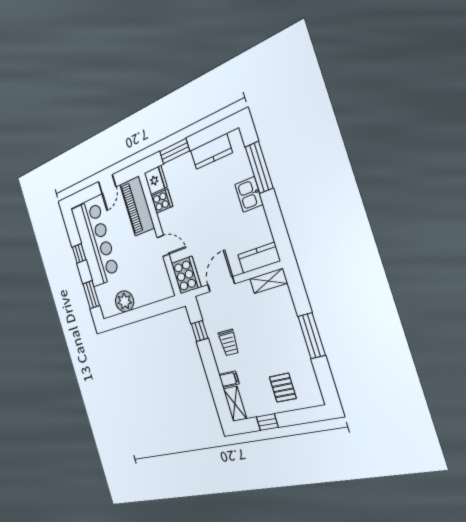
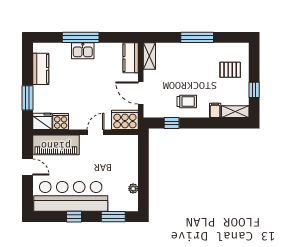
window: (259, 167) -> (81, 37), moved
plant: (125, 301) -> (133, 189), width x0.53, depth x0.53

